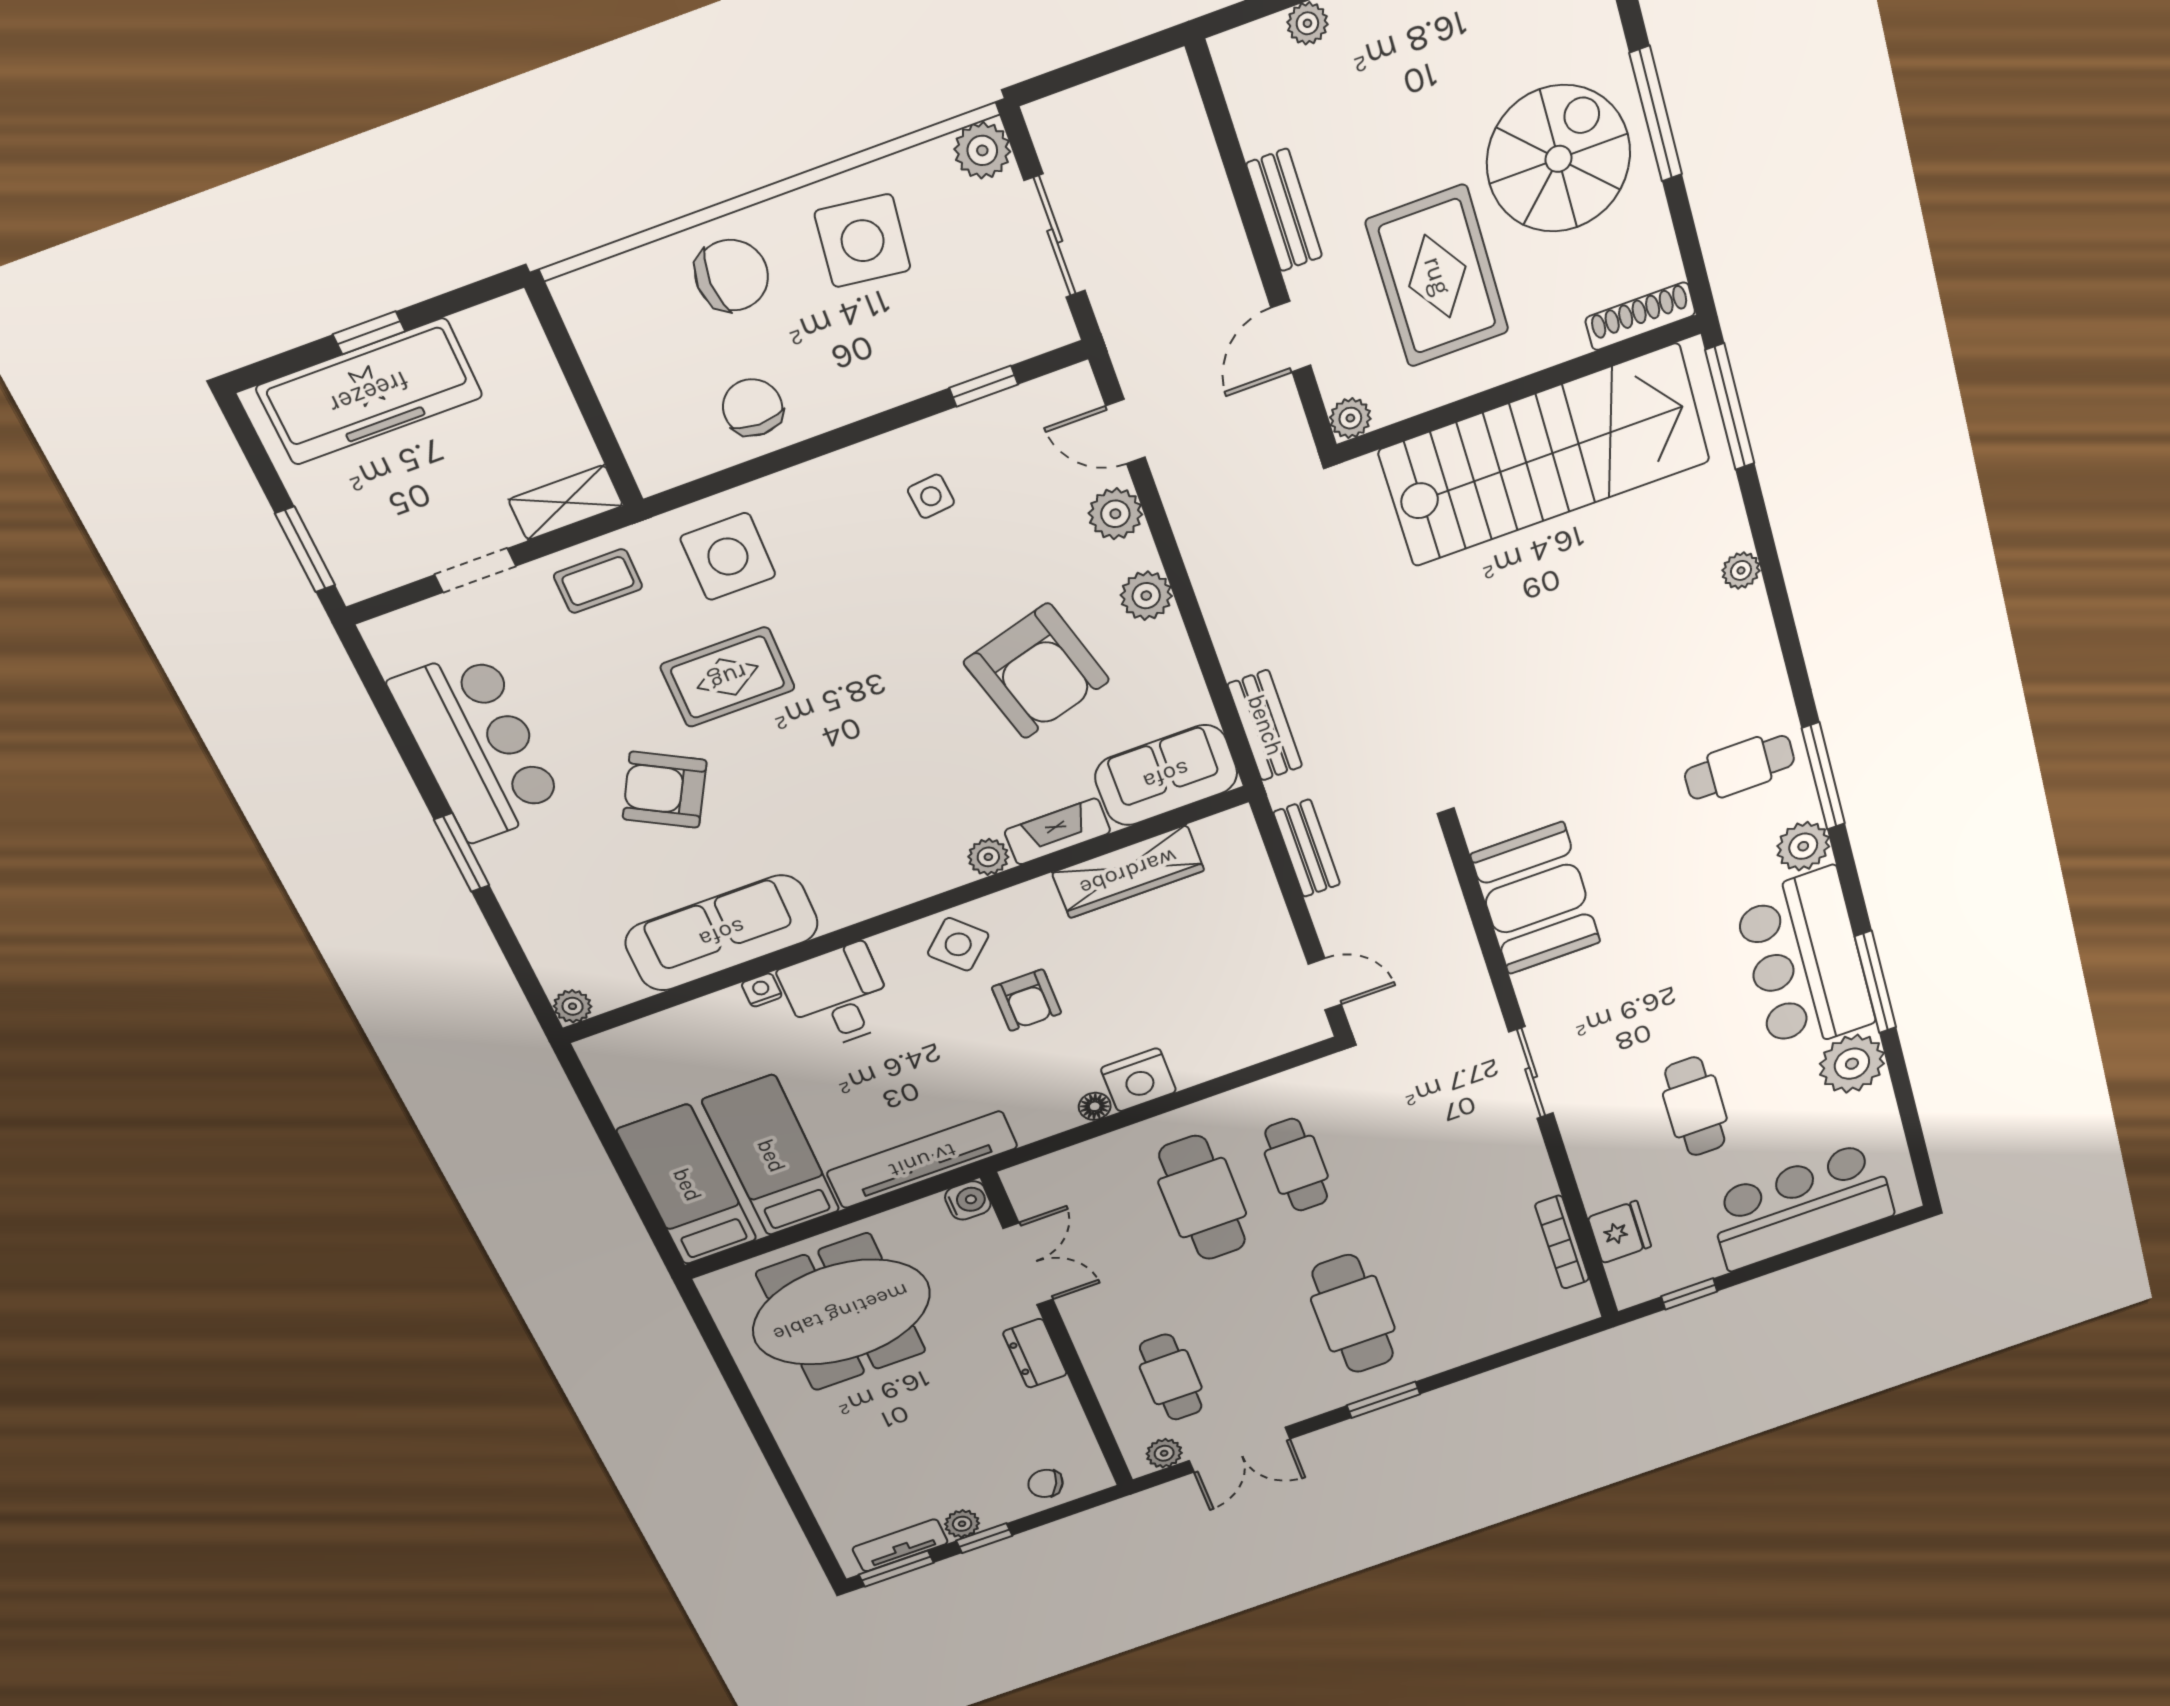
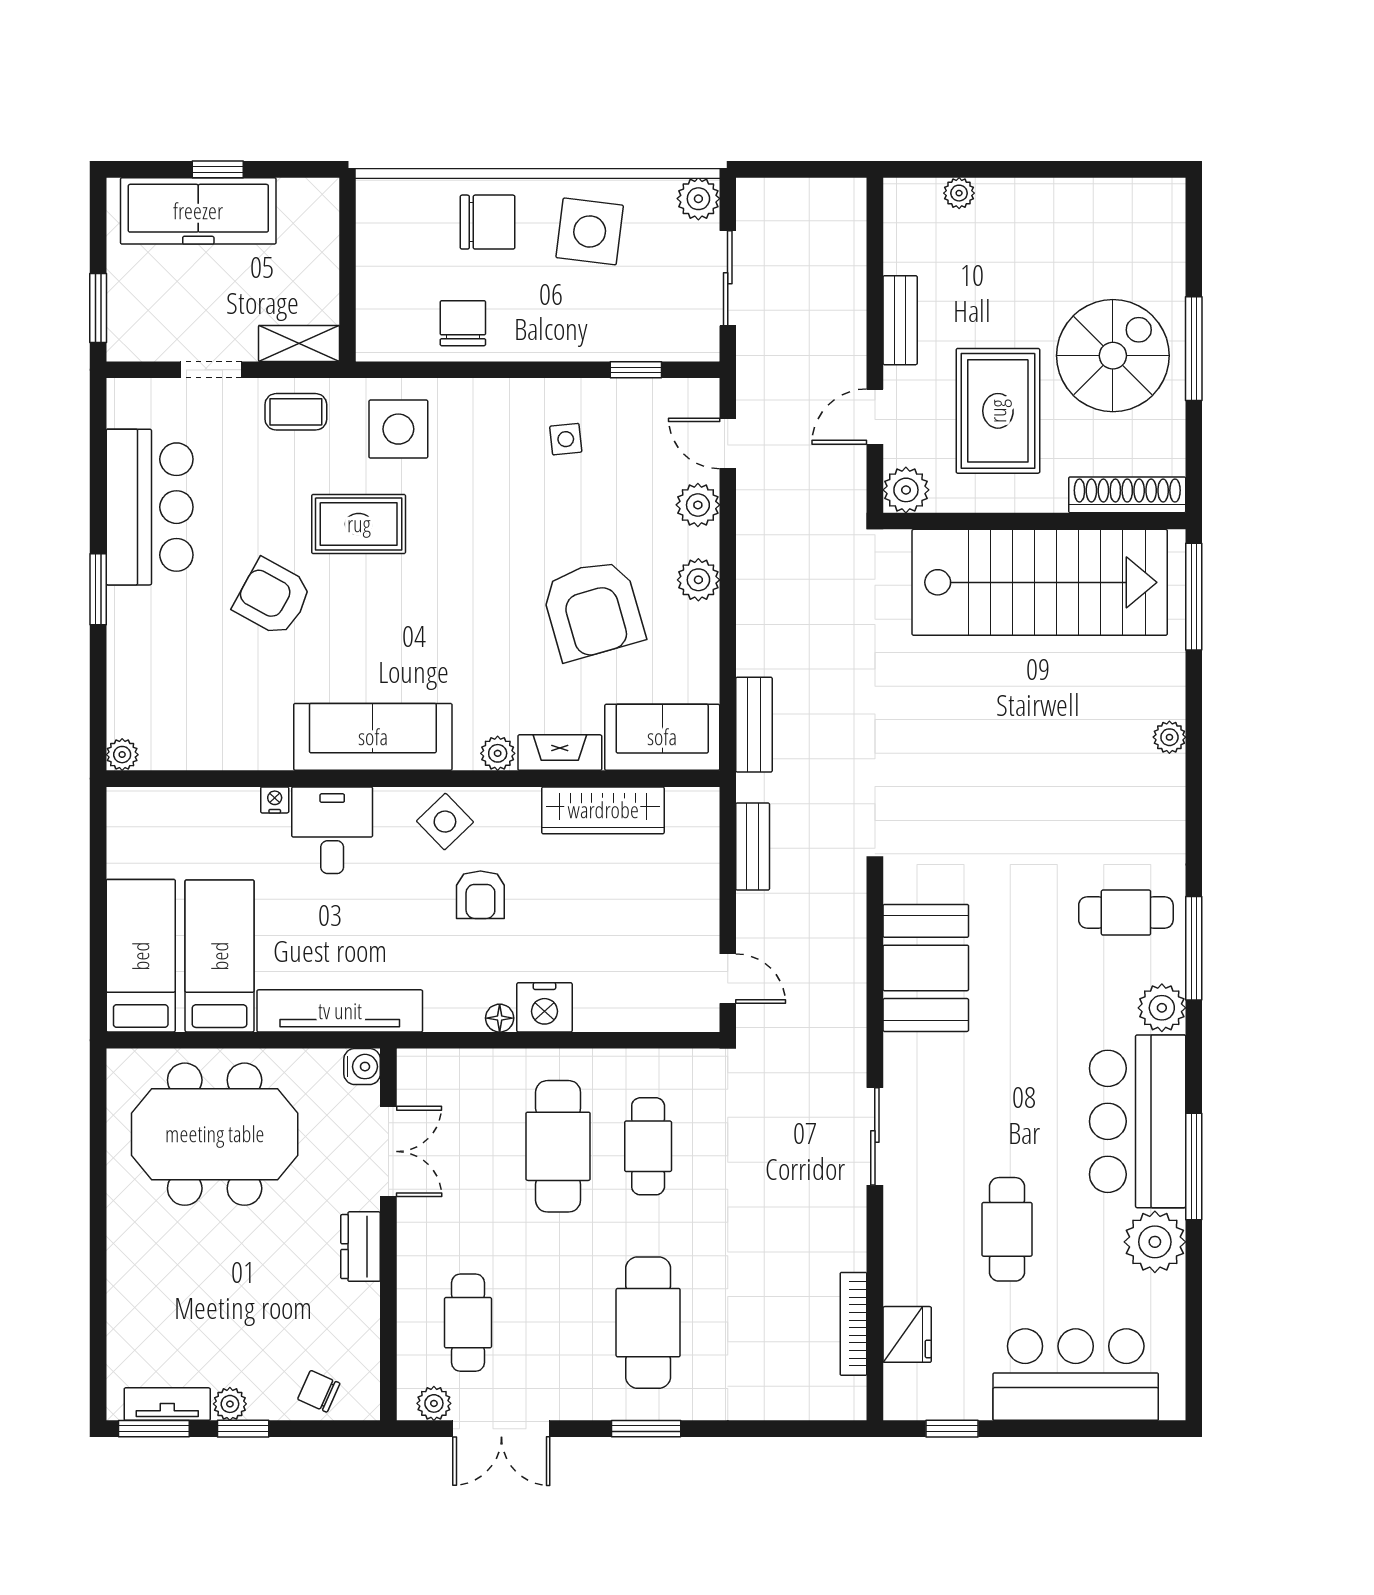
shoe rack: (1640, 316) -> (1127, 495), width x1.36, depth x1.24
plant: (1350, 418) -> (906, 490), width x1.38, depth x1.38
sofa: (722, 933) -> (373, 737), moved

